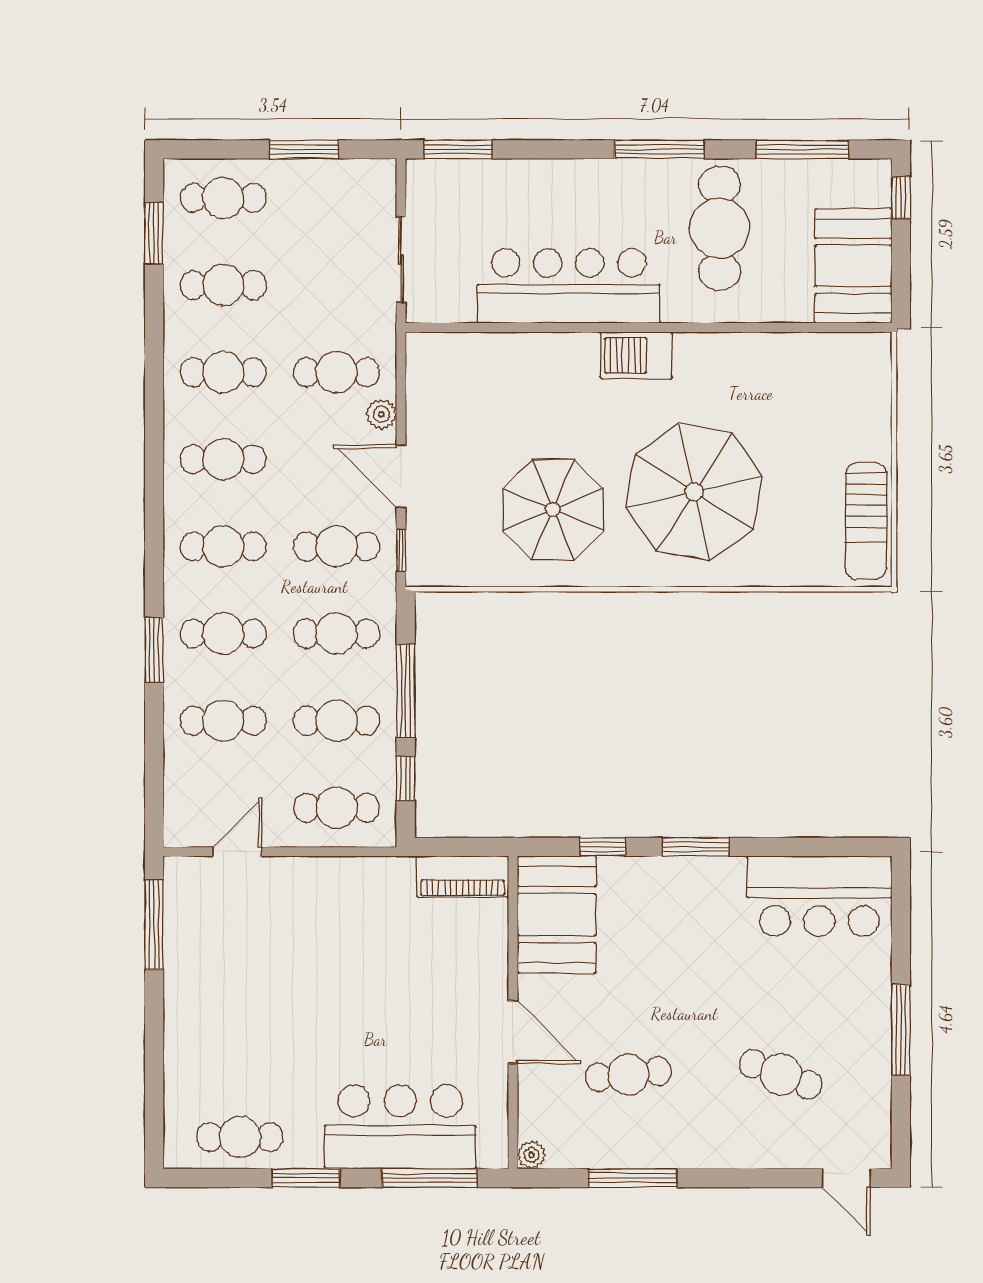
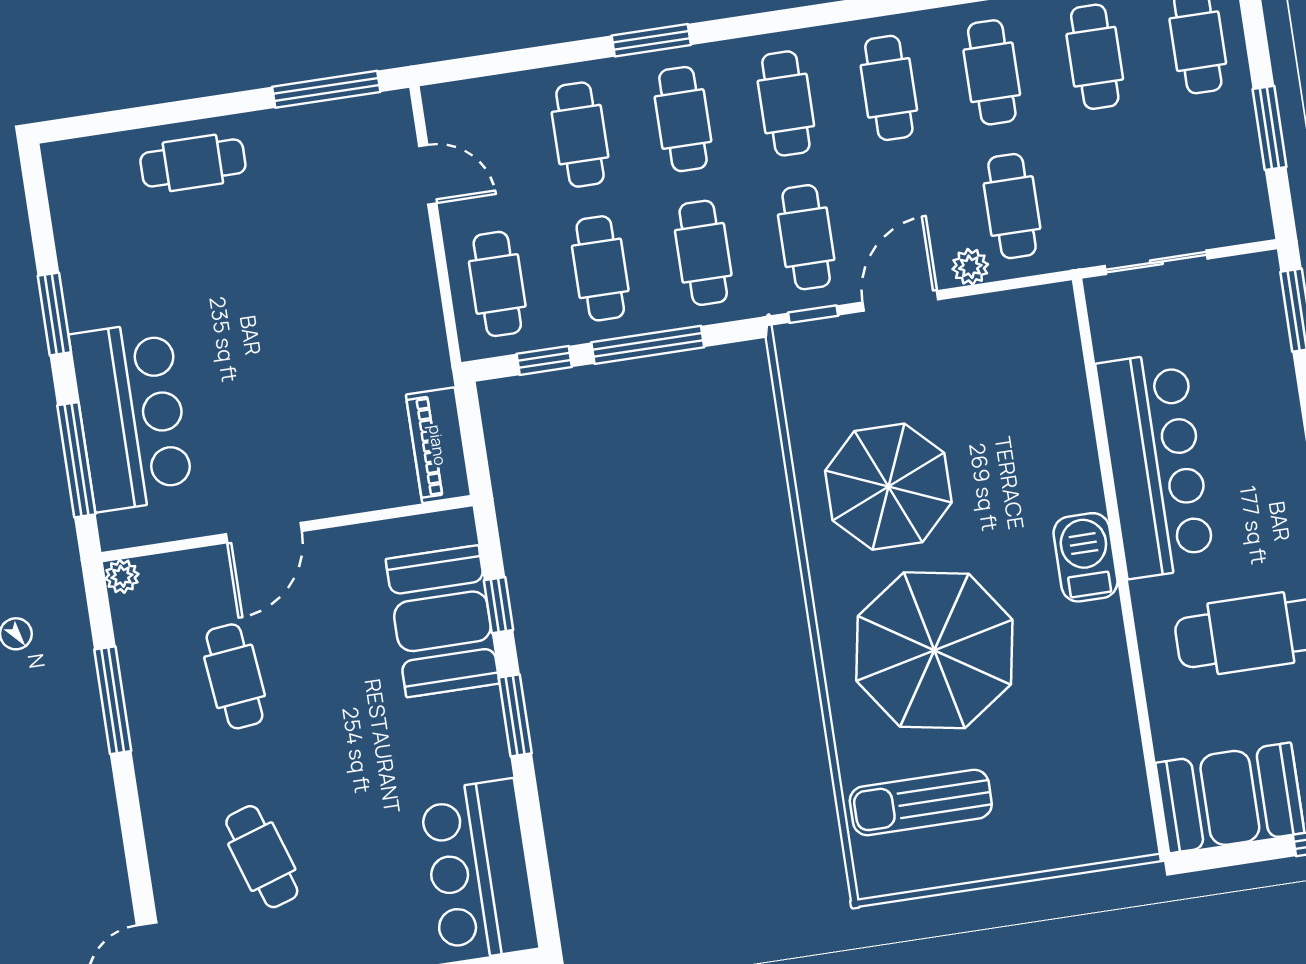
sun lounger: (866, 521) -> (921, 802), moved
booth: (557, 915) -> (442, 621), moved, turned 90
cafe table: (781, 1074) -> (262, 857), turned -39
cafe table: (240, 1137) -> (193, 163), moved, turned 90

